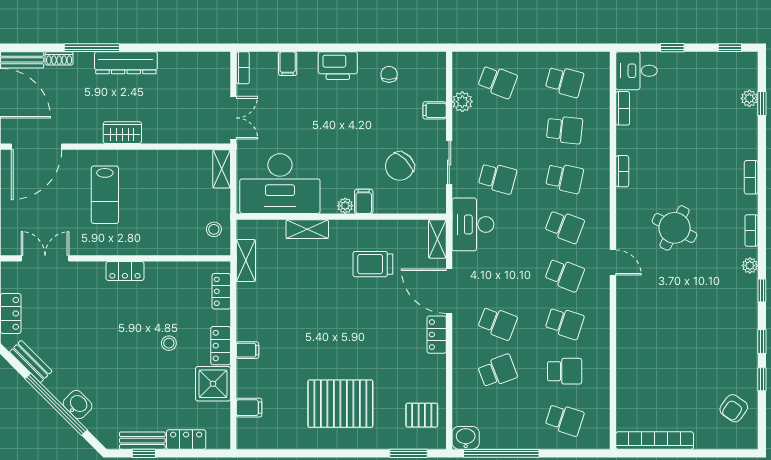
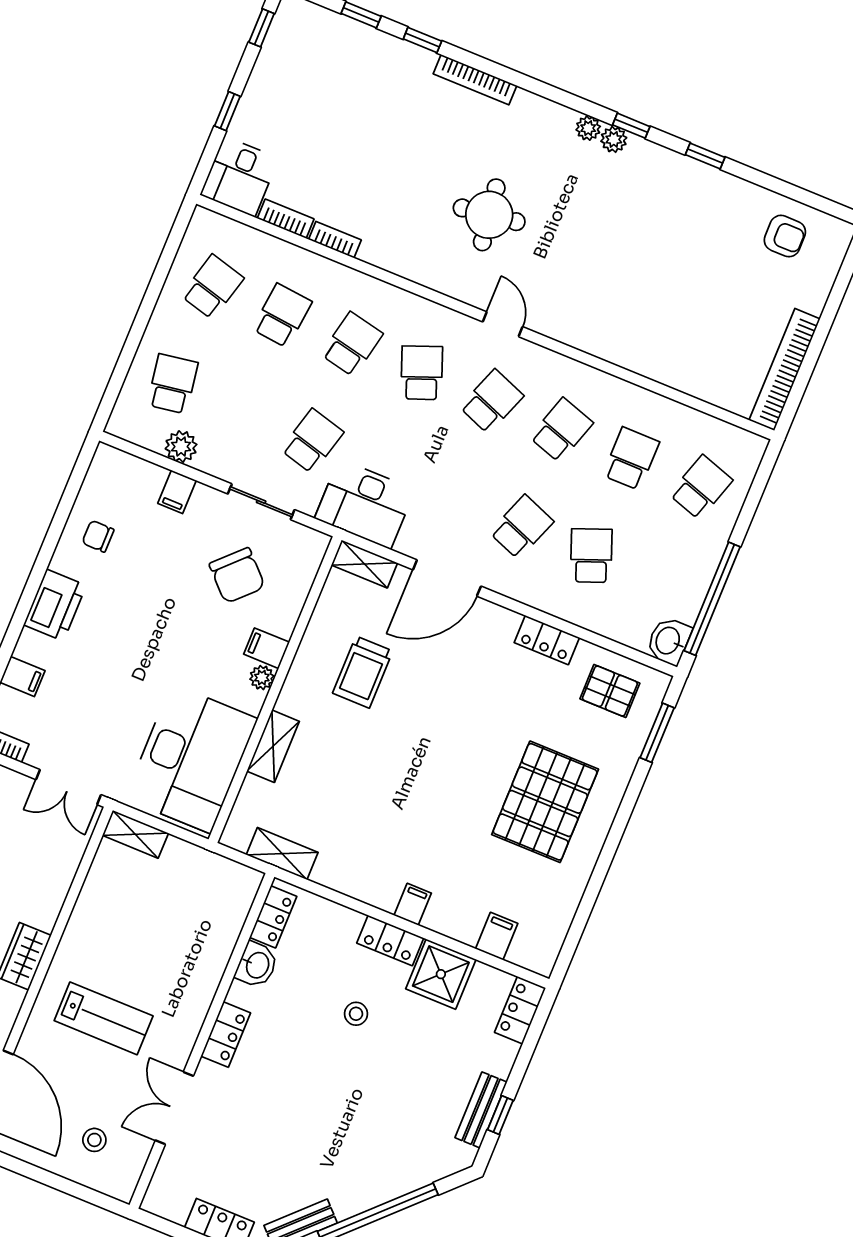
school desk: (497, 81) -> (173, 384), turned -30
plant: (749, 98) -> (614, 139), moved
double door: (233, 118) -> (69, 787), swing flipped
bookcase: (622, 171) -> (335, 240), moved
bookcase: (751, 177) -> (475, 80), width x1.56
school desk: (565, 226) -> (422, 373), turned -42
round table: (674, 228) -> (489, 215), turned -35
stool: (214, 229) -> (94, 1140), moved
bookcase: (751, 231) -> (538, 105), removed
double door: (45, 258) -> (174, 1108), moved
door: (613, 263) -> (503, 324), hinge flipped
locker: (221, 291) -> (273, 917), moved, turned -90
locker: (437, 335) -> (547, 640), moved
window: (762, 379) -> (422, 40), moved
washbasin: (78, 405) -> (257, 965), moved, turned 135
armchair: (734, 408) -> (785, 236), turned -35
pallet: (422, 415) -> (610, 691), turned 90
locker: (186, 439) -> (520, 1010), moved

